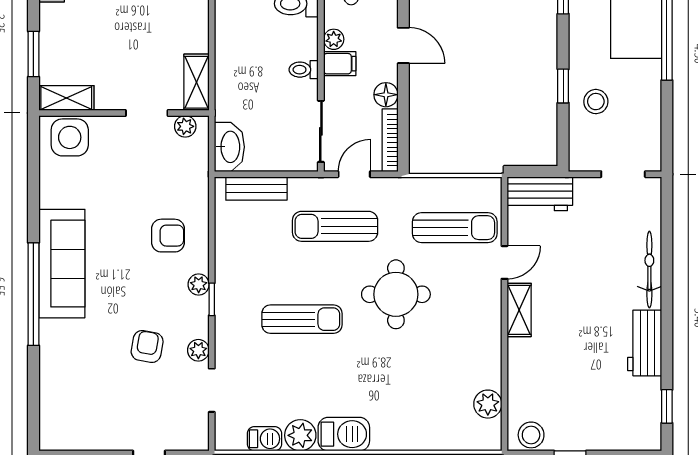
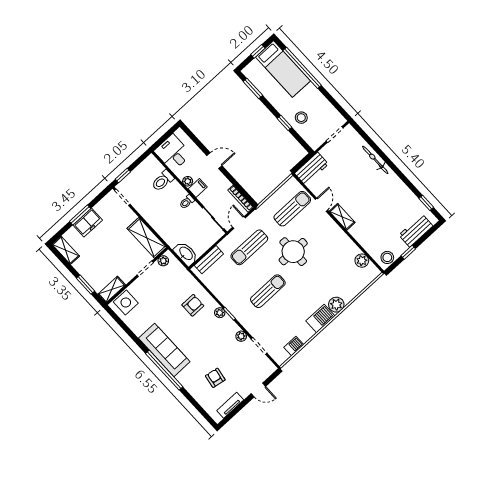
shelving: (196, 82) -> (147, 238), width x1.50, depth x1.33
floor lamp: (386, 95) -> (224, 184), removed
workbench: (645, 343) -> (416, 230), moved, turned 90
armchair: (147, 346) -> (215, 378), moved
plant: (300, 435) -> (336, 305), moved
tv unit: (85, 440) -> (230, 405), added

